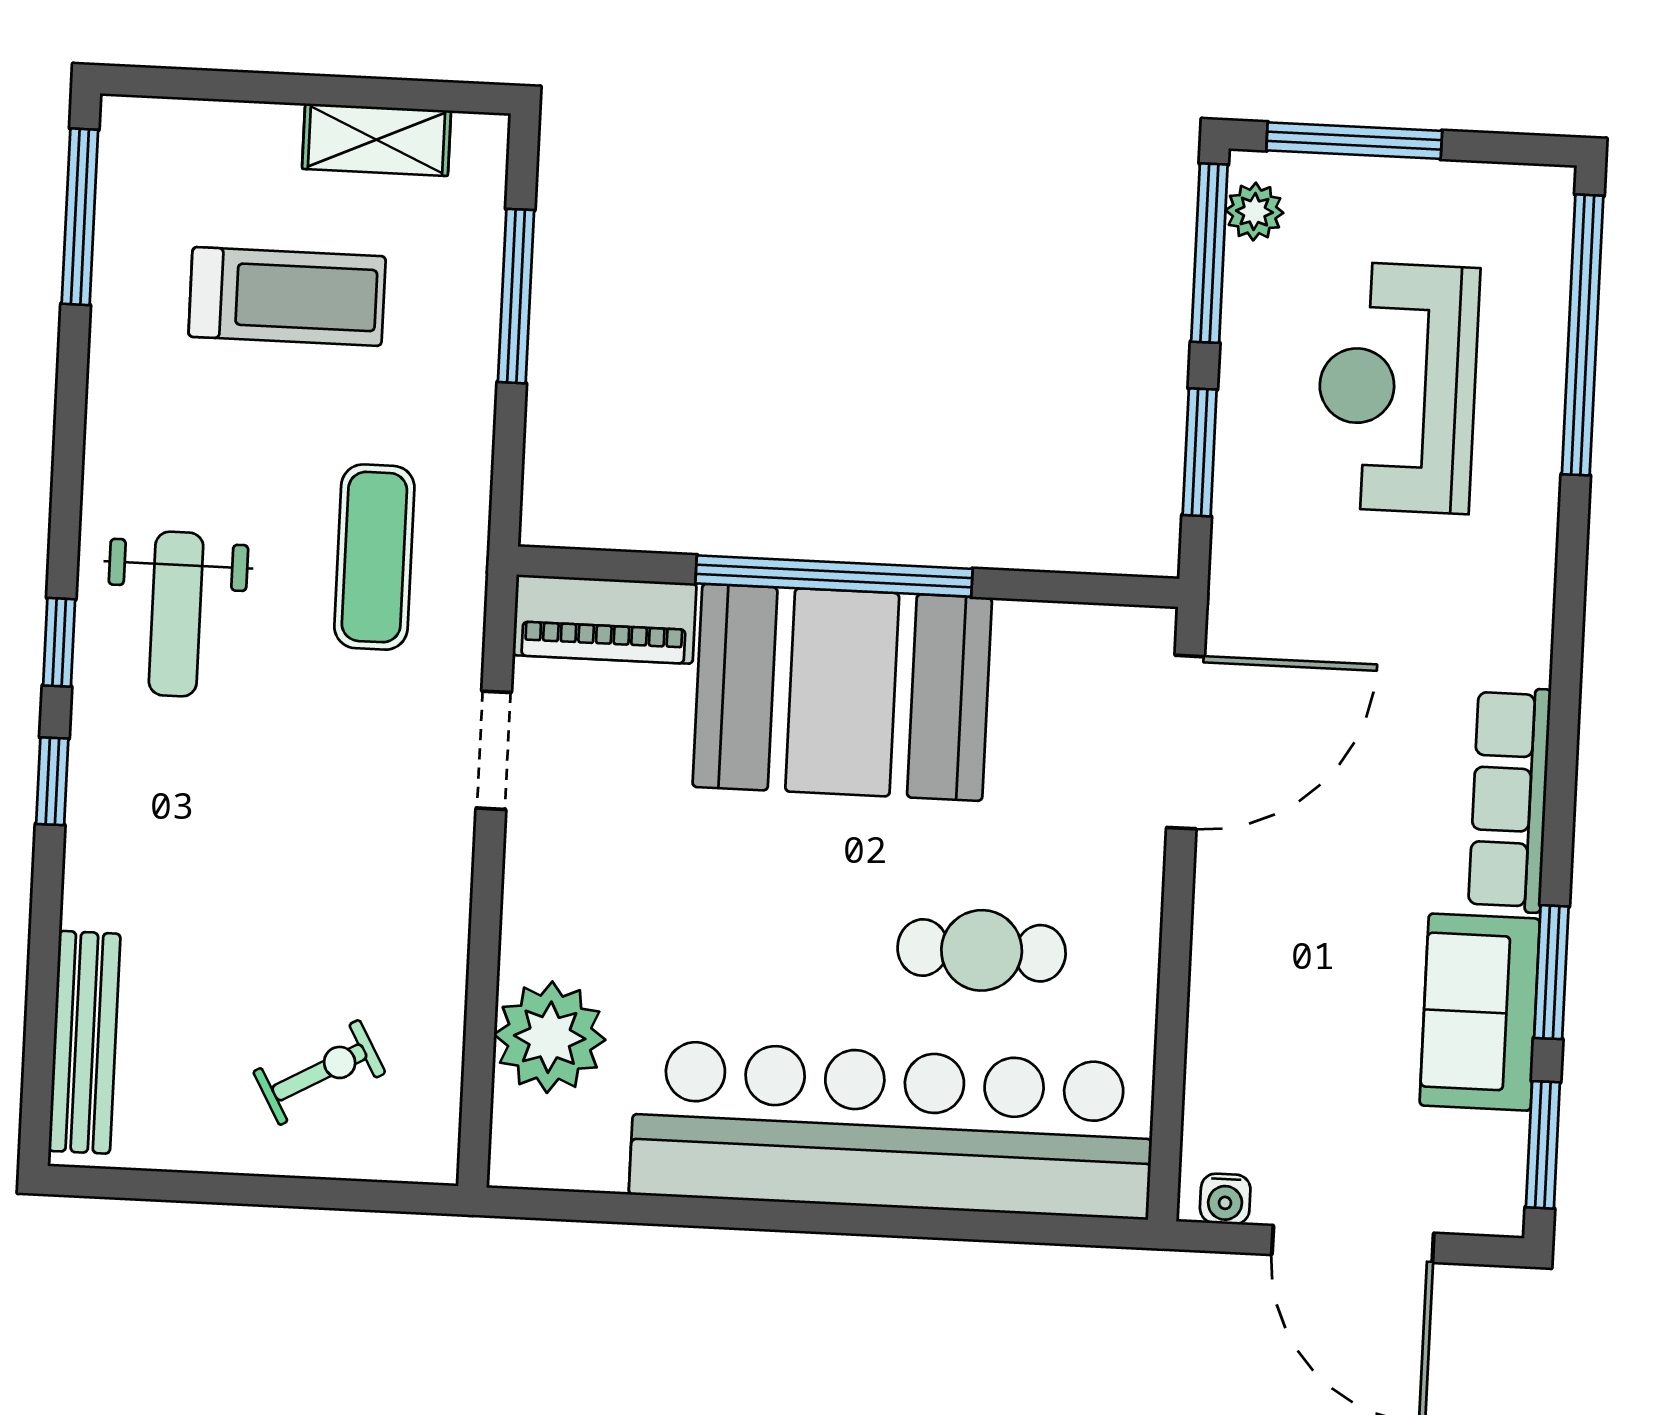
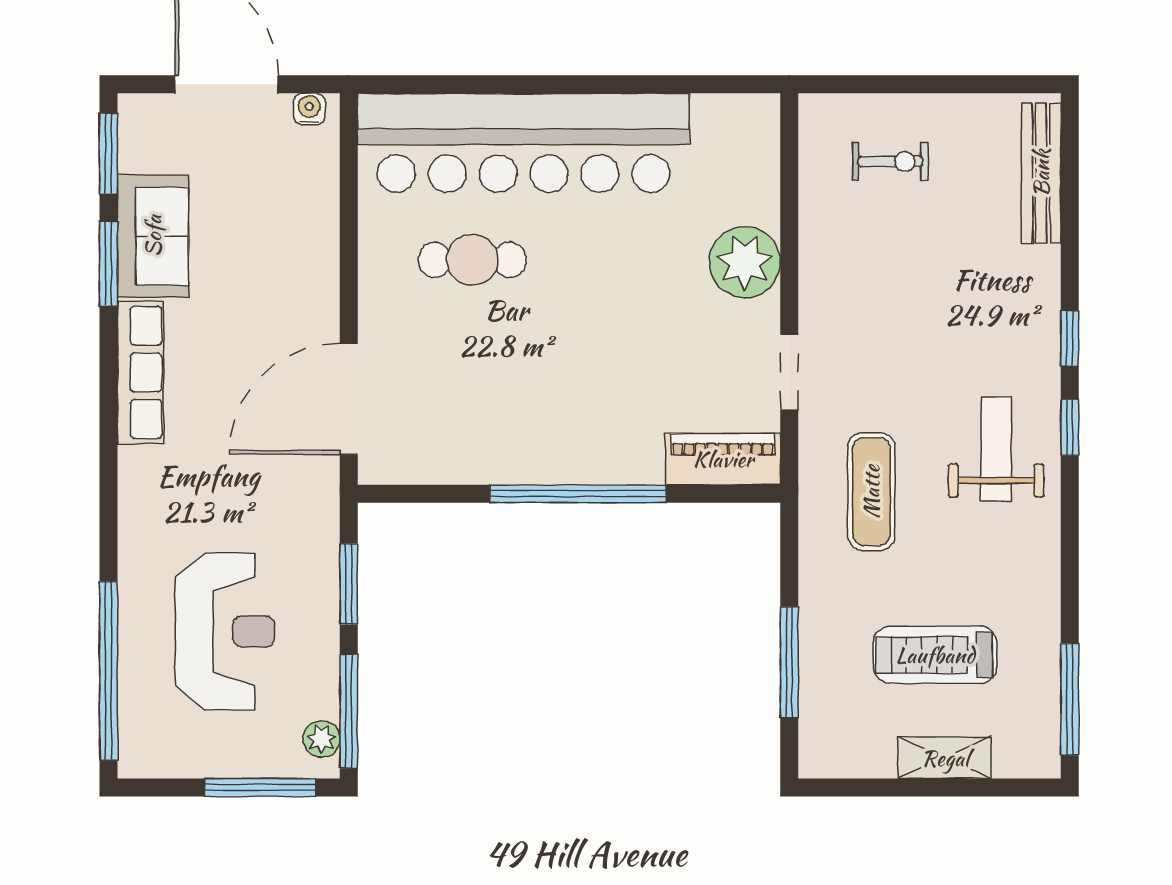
shelving: (377, 140) -> (945, 758), moved
booth: (842, 692) -> (569, 420), removed
plant: (550, 1037) -> (745, 262), moved
exercise bike: (319, 1072) -> (890, 161), turned -151

